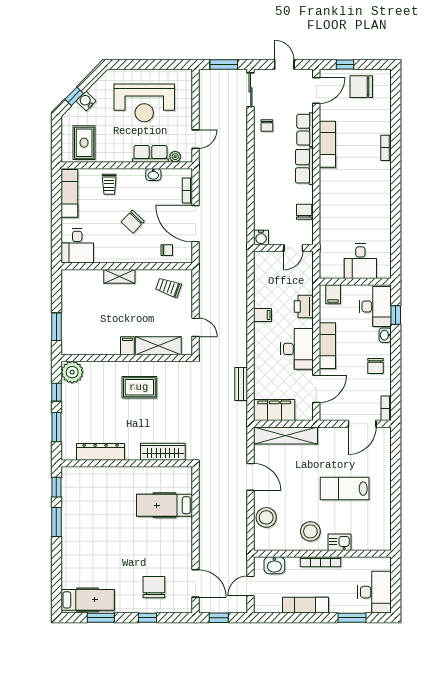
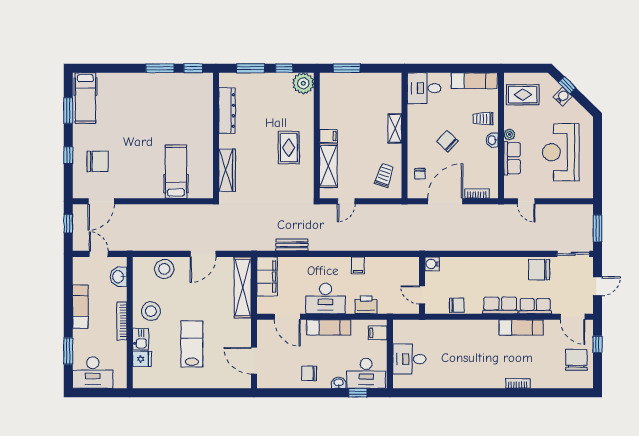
chair: (267, 126) -> (539, 270), width x1.87, depth x1.87
plant: (175, 157) -> (509, 134), moved
washbasin: (153, 175) -> (492, 140), moved
bookcase: (386, 408) -> (269, 384), removed
fridge: (360, 541) -> (142, 359), added

